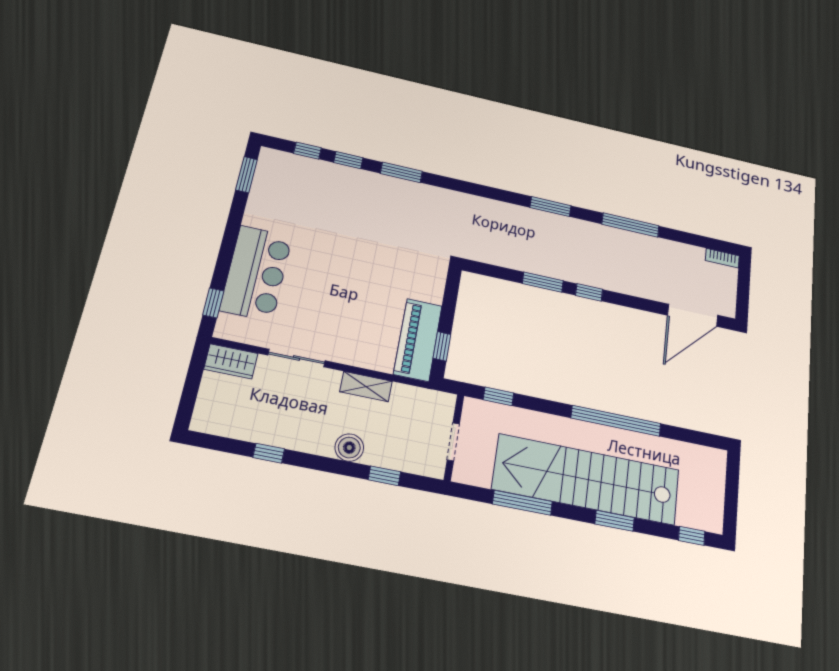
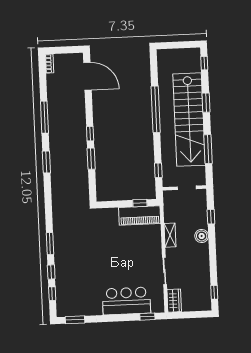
window: (269, 453) -> (214, 292), moved

